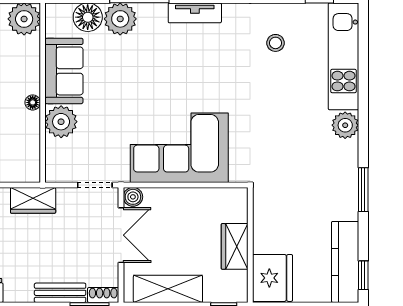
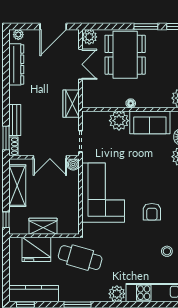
armchair: (211, 68) -> (152, 212), added
cafe table: (286, 185) -> (80, 258), added
fridge: (272, 278) -> (36, 249), moved

